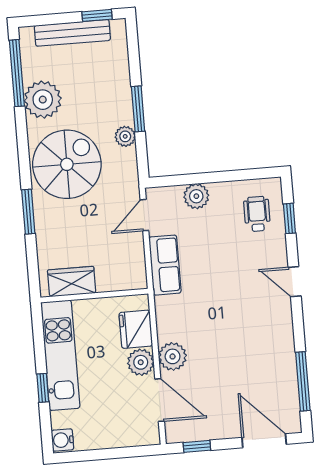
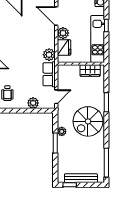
plant: (43, 100) -> (96, 150), removed
plant: (173, 356) -> (49, 55), moved

